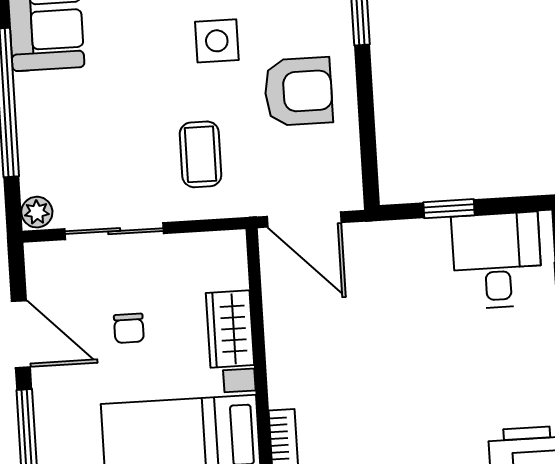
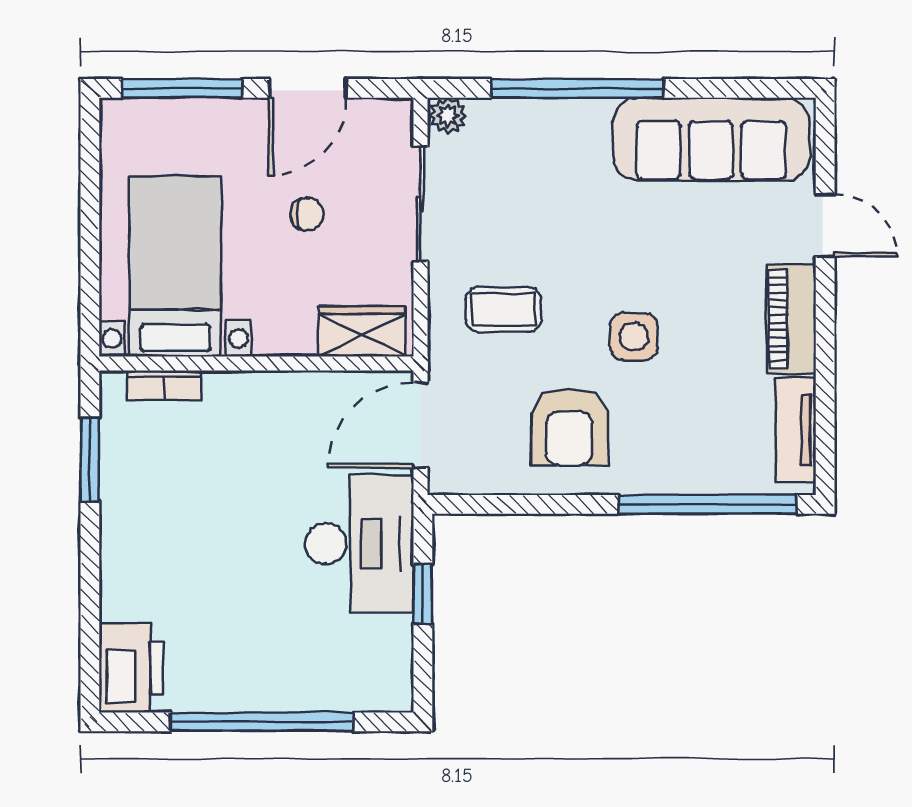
desk: (497, 260) -> (359, 544), moved, width x1.37
chair: (129, 328) -> (307, 214), turned 180
wardrobe: (230, 329) -> (362, 331), moved

